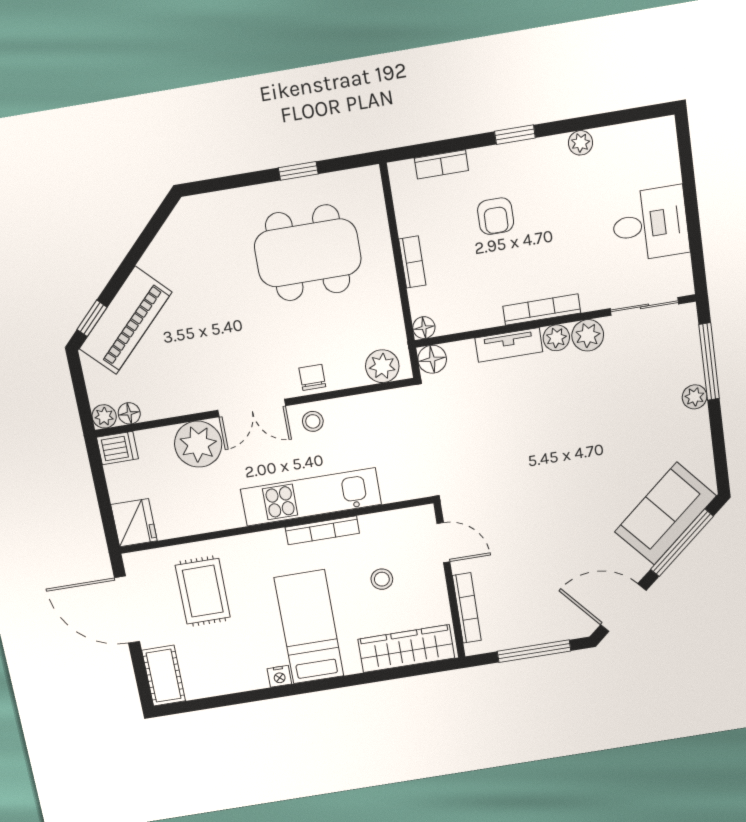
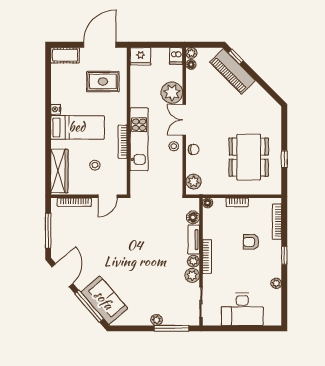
bookcase: (441, 164) -> (277, 222), width x1.56
desk: (650, 224) -> (242, 309), width x1.37
floor lamp: (432, 359) -> (193, 217), moved

